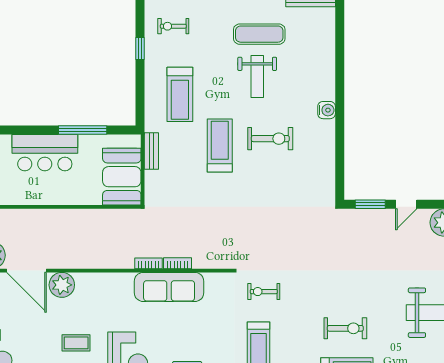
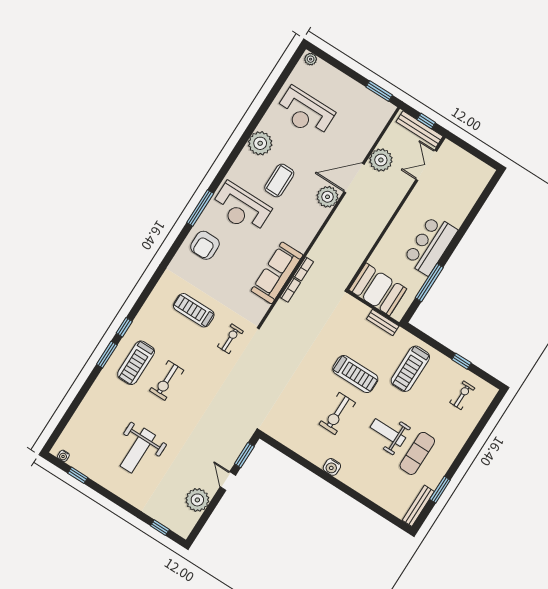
treadmill: (180, 94) -> (410, 369), turned -90
coffee table: (76, 343) -> (279, 181), width x1.36, depth x1.30

